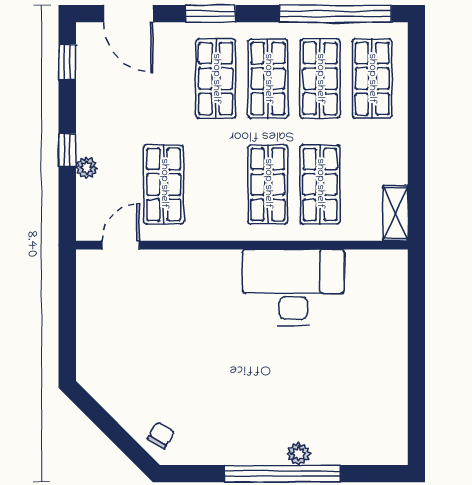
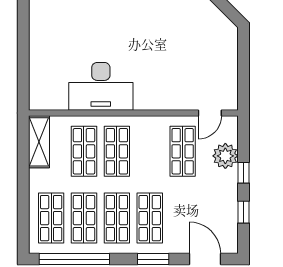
window: (67, 62) -> (243, 212), moved
plant: (87, 168) -> (225, 156), width x1.88, depth x1.88
shelving: (395, 213) -> (39, 142), width x1.50, depth x1.33

